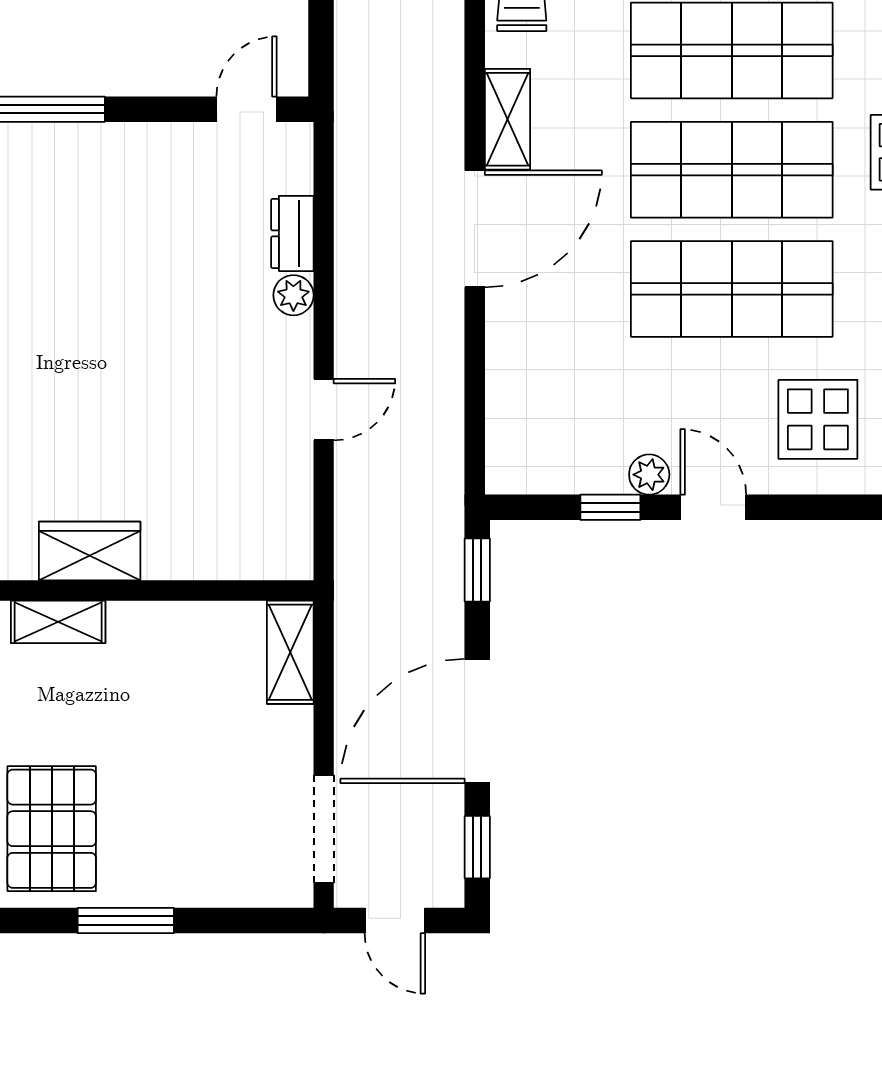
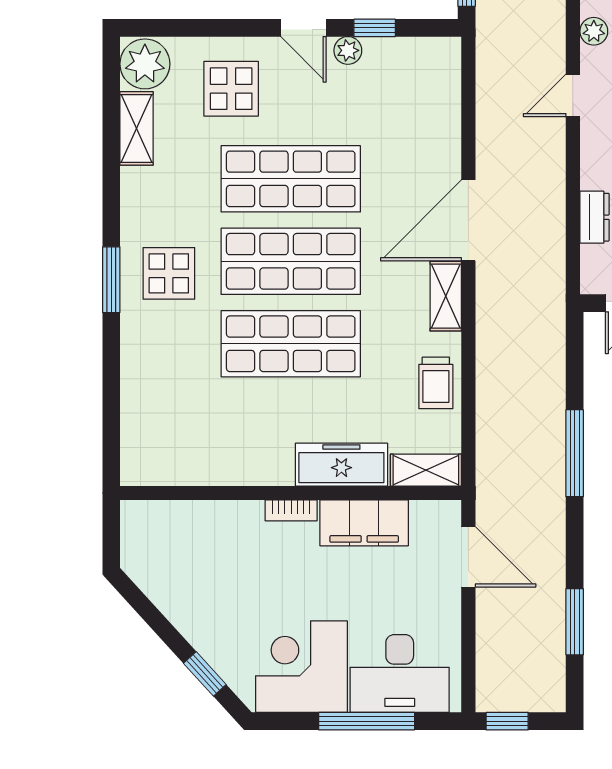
plant: (293, 295) -> (594, 31), moved

